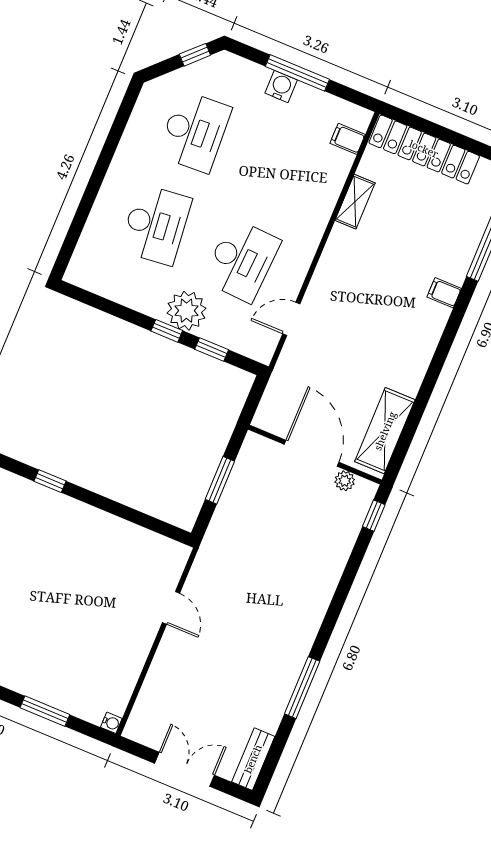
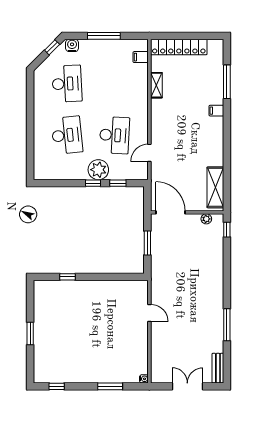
water cooler: (281, 87) -> (72, 45), moved
door: (312, 453) -> (170, 212), moved

